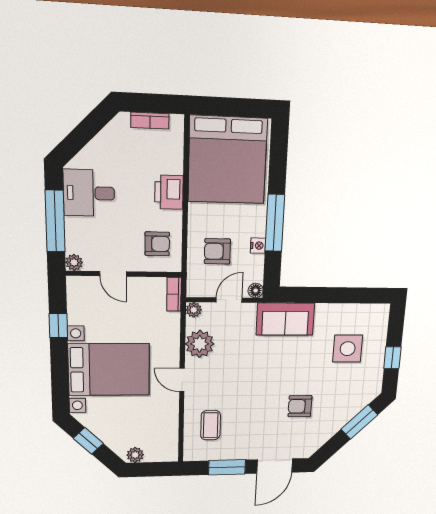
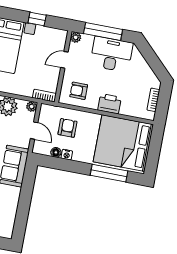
desk: (89, 193) -> (111, 54), width x1.37
window: (275, 223) -> (109, 173), moved
armchair: (157, 244) -> (79, 91), turned 90
floor lamp: (256, 291) -> (56, 152), moved

